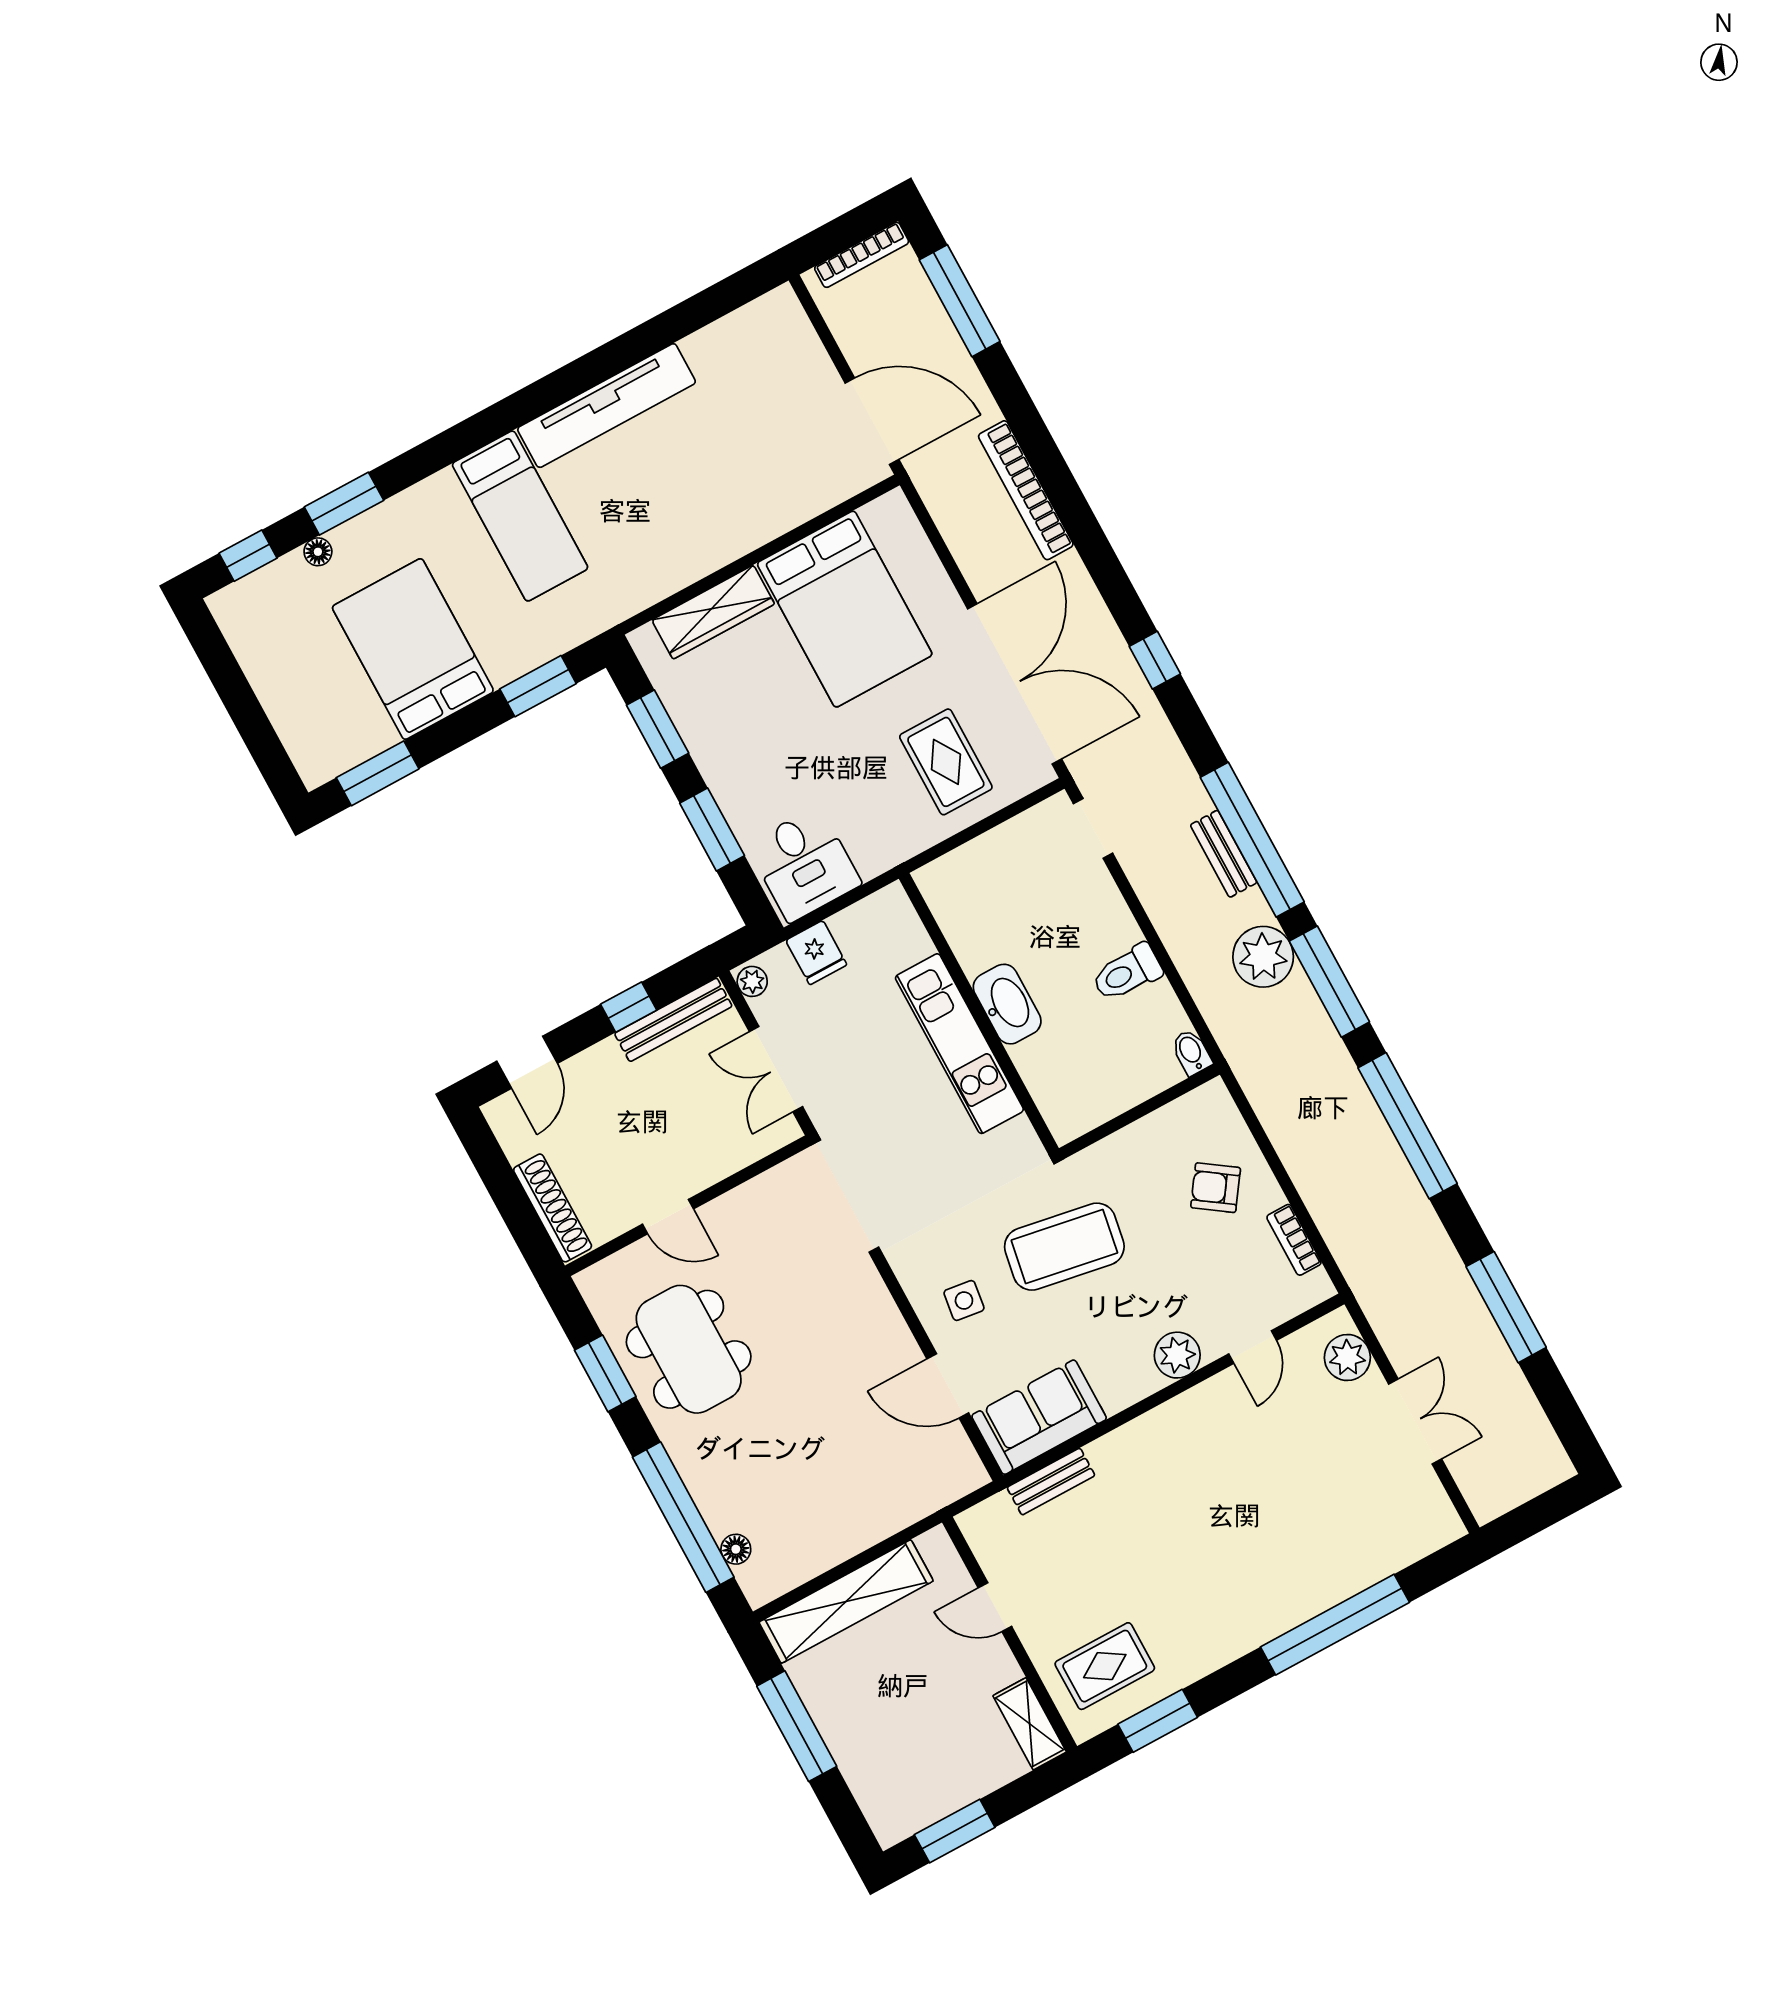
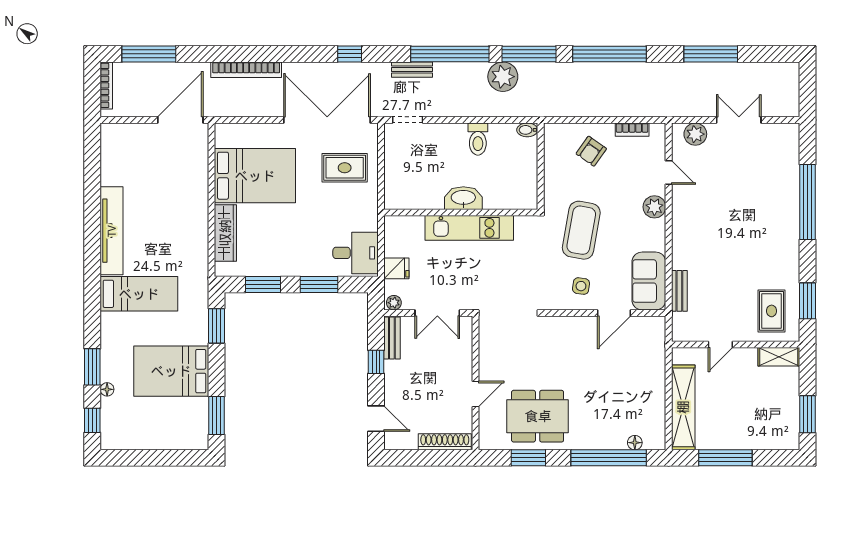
bench: (1224, 854) -> (412, 70), moved
bench: (673, 1020) -> (392, 338), width x0.73

